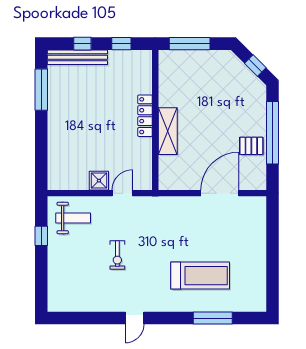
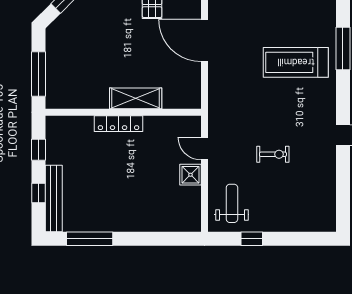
treadmill: (200, 276) -> (296, 62), turned -90

